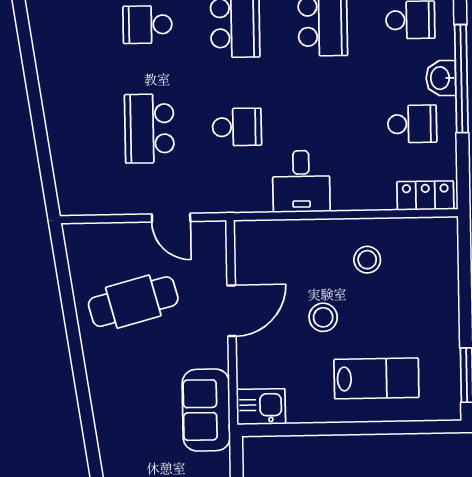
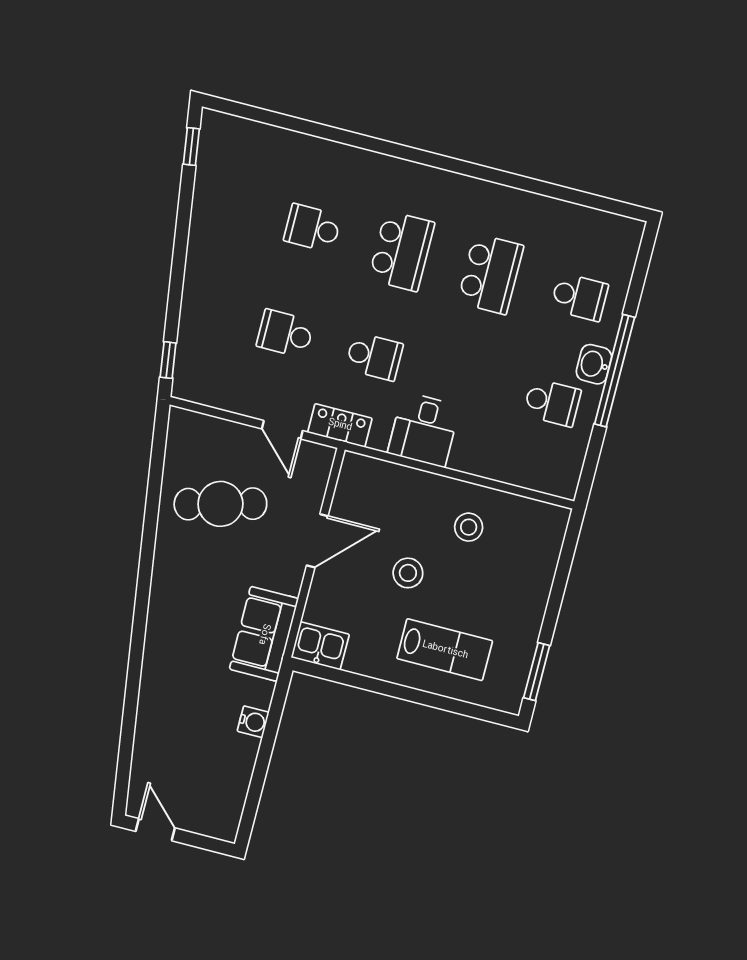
school desk: (149, 129) -> (285, 334), width x0.54
window: (48, 183) -> (168, 360), added
locker: (425, 196) -> (340, 425), moved

